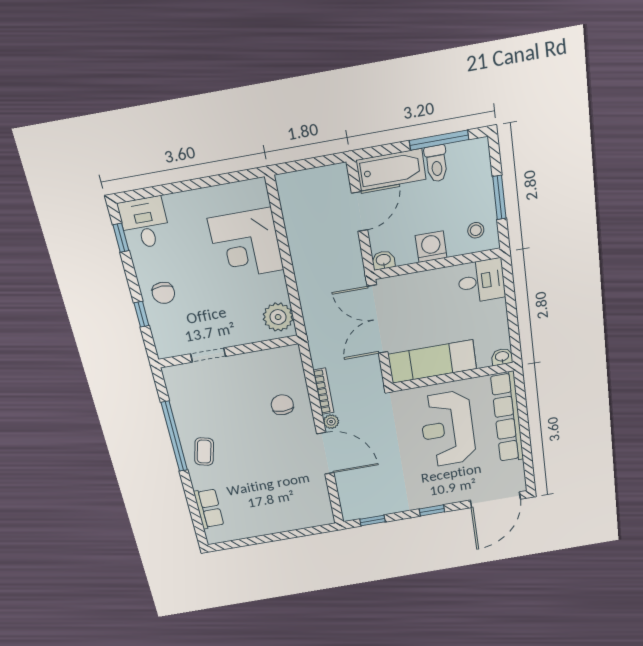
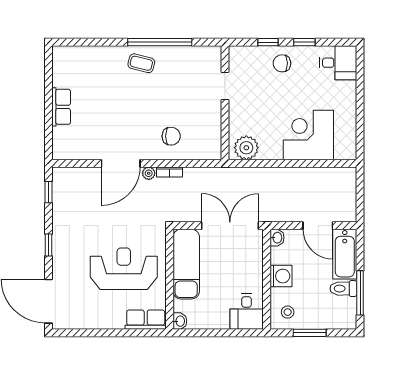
window: (121, 238) -> (304, 42), moved
bookcase: (324, 391) -> (169, 172), width x0.64
row of seats: (507, 417) -> (146, 320), width x0.50
row of seats: (209, 509) -> (61, 107), moved, turned -90

